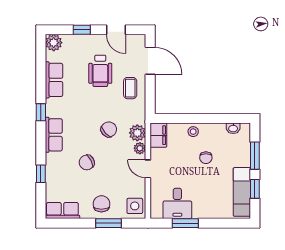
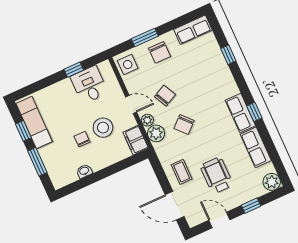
washbasin: (233, 128) -> (84, 171), moved
stool: (193, 132) -> (103, 128), moved, width x1.89, depth x1.89
row of seats: (54, 135) -> (240, 113), moved
chair: (87, 162) -> (165, 96), moved
window: (185, 223) -> (74, 70), width x0.67

